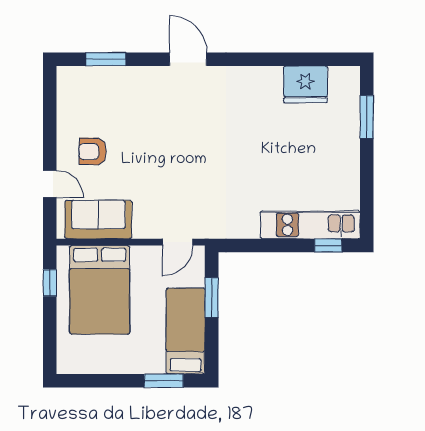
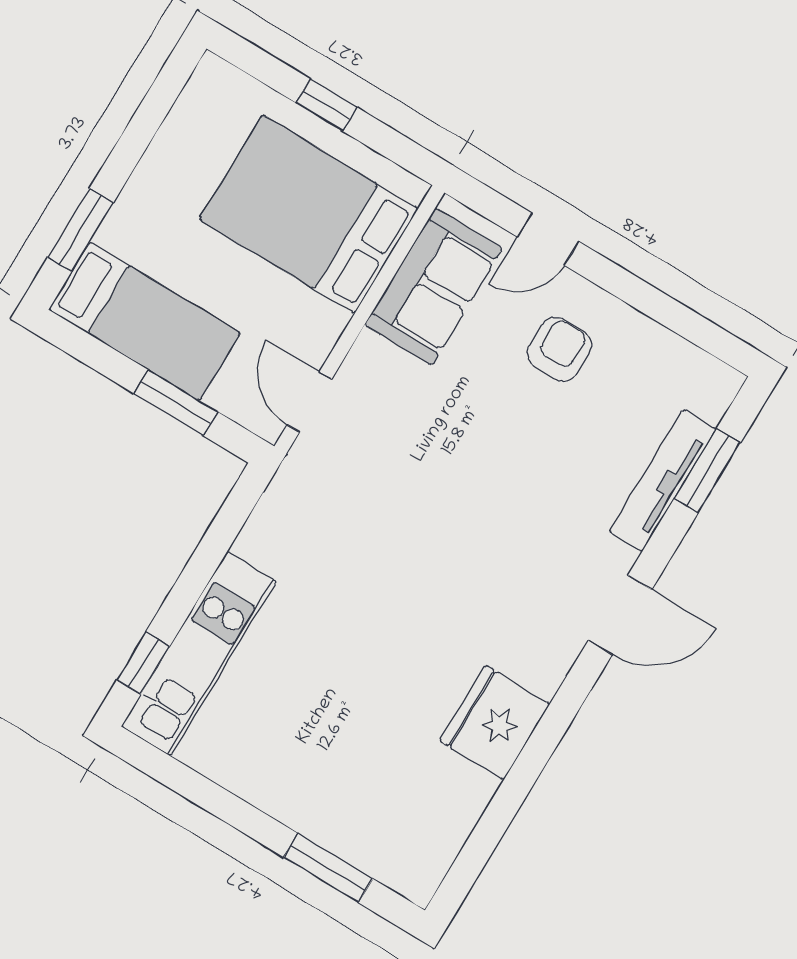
tv unit: (121, 75) -> (663, 480), added
fridge: (305, 84) -> (495, 722), moved
window: (50, 283) -> (326, 105), moved

